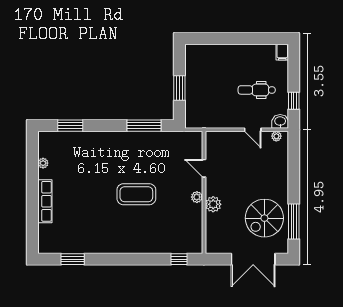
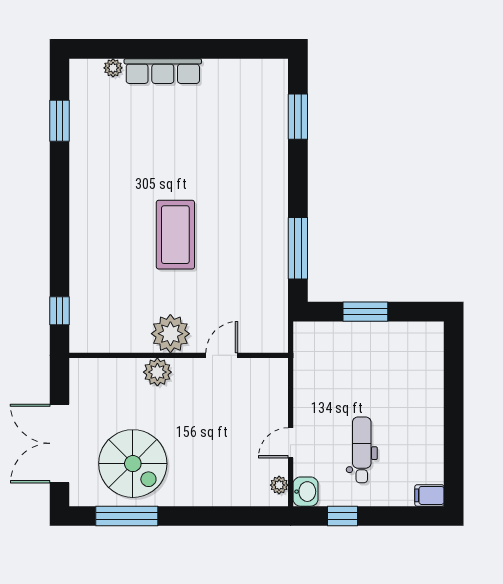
plant: (43, 163) -> (113, 68), moved
plant: (197, 197) -> (170, 334), width x1.88, depth x1.88
spiral stairs: (264, 218) -> (133, 464), turned 180

